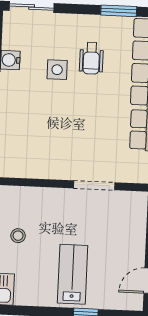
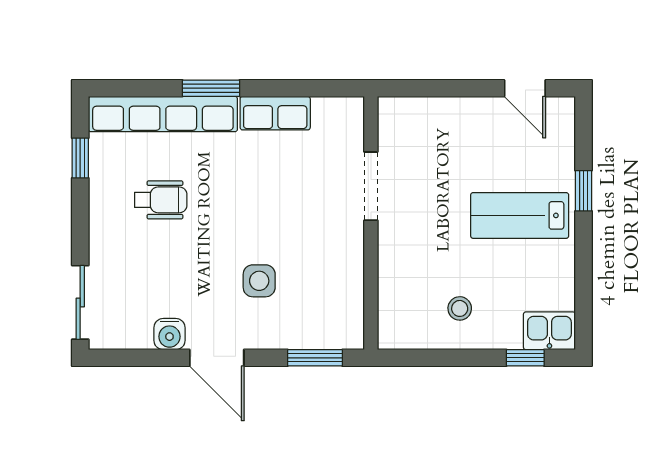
window: (119, 11) -> (80, 158), width x0.67
side table: (57, 70) -> (259, 281), moved

